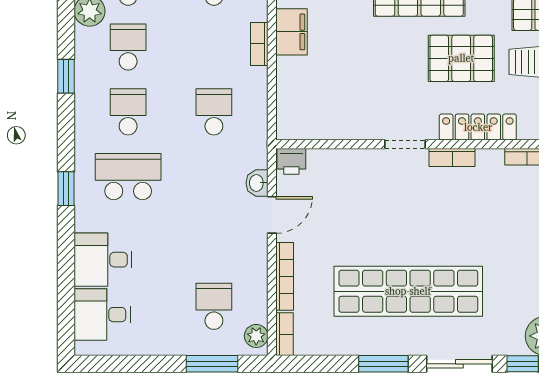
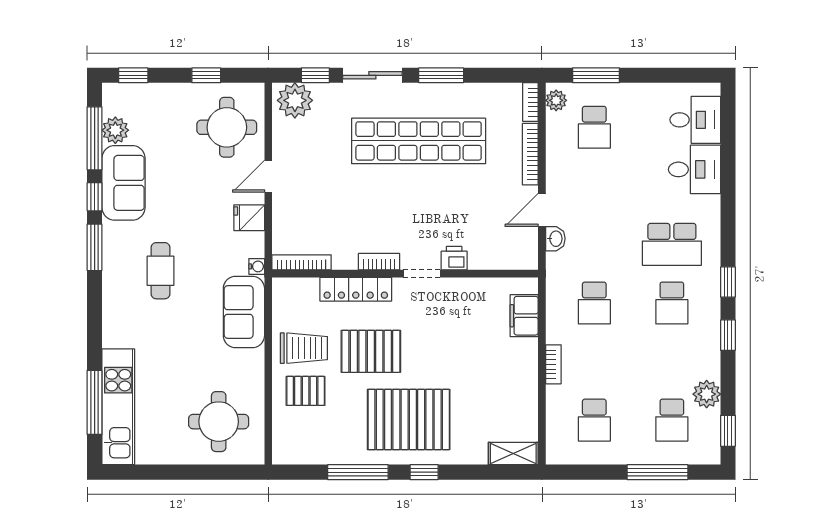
filing cabinet: (292, 32) -> (524, 316), moved
school desk: (128, 47) -> (672, 362), removed
printer: (291, 161) -> (454, 258), moved
window: (66, 189) -> (728, 282), moved

